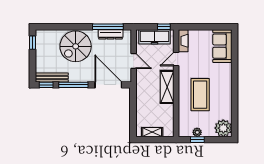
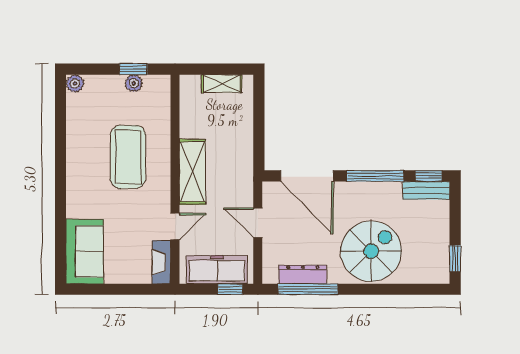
window: (164, 27) -> (230, 289), moved
bench: (52, 77) -> (426, 190), width x0.73
plant: (223, 128) -> (75, 83), width x0.53, depth x0.53

